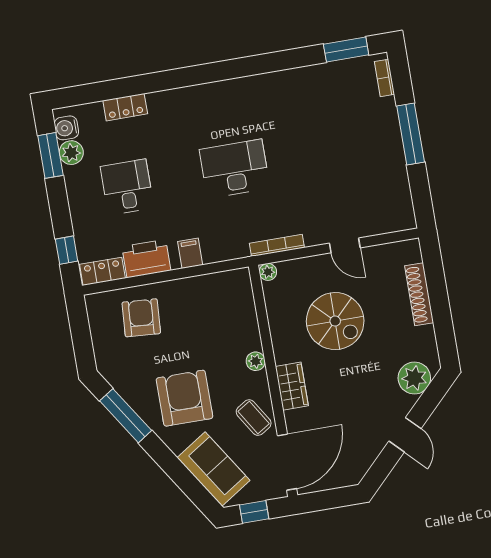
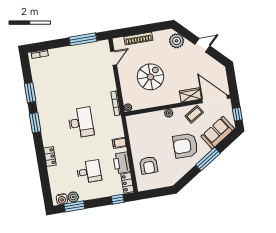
window: (346, 49) -> (30, 93), moved
window: (234, 69) -> (35, 123), added
locker: (125, 107) -> (50, 157), moved
window: (411, 134) -> (83, 39), moved
desk: (235, 169) -> (81, 123), turned 180
desk: (127, 187) -> (89, 172), turned 180
door: (345, 245) -> (114, 58), moved
armchair: (141, 318) -> (149, 165), turned -94
wardrobe: (292, 386) -> (190, 95), moved
window: (126, 416) -> (208, 159), moved

